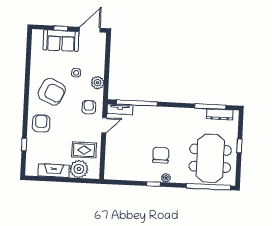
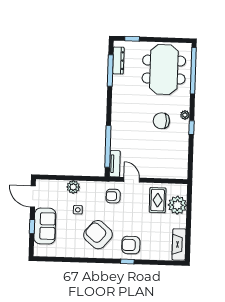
plant: (98, 83) -> (73, 187), moved
armchair: (52, 92) -> (98, 235), turned -73
window: (24, 145) -> (127, 261), moved
window: (239, 146) -> (132, 39), moved
meeting table: (210, 158) -> (164, 70), turned 90
fireplace: (54, 171) -> (179, 244), moved

